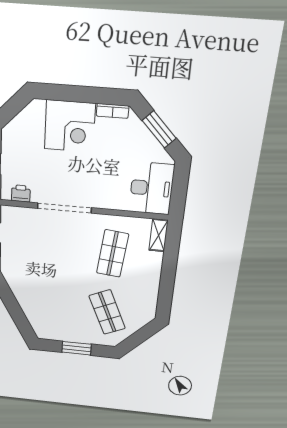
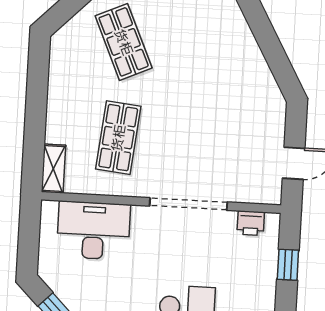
desk: (152, 188) -> (93, 231), moved, turned 90

